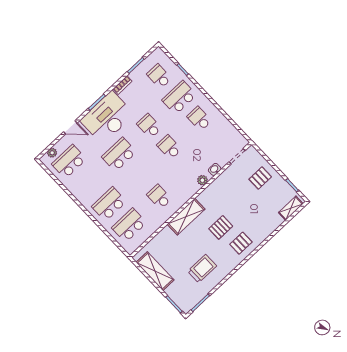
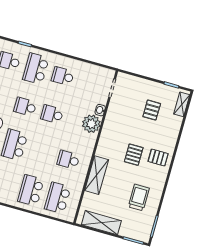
pallet: (260, 178) -> (152, 110), moved
plant: (202, 180) -> (91, 124), width x1.87, depth x1.87
shelving: (186, 217) -> (97, 175), moved
pallet: (241, 243) -> (158, 158), turned 90

